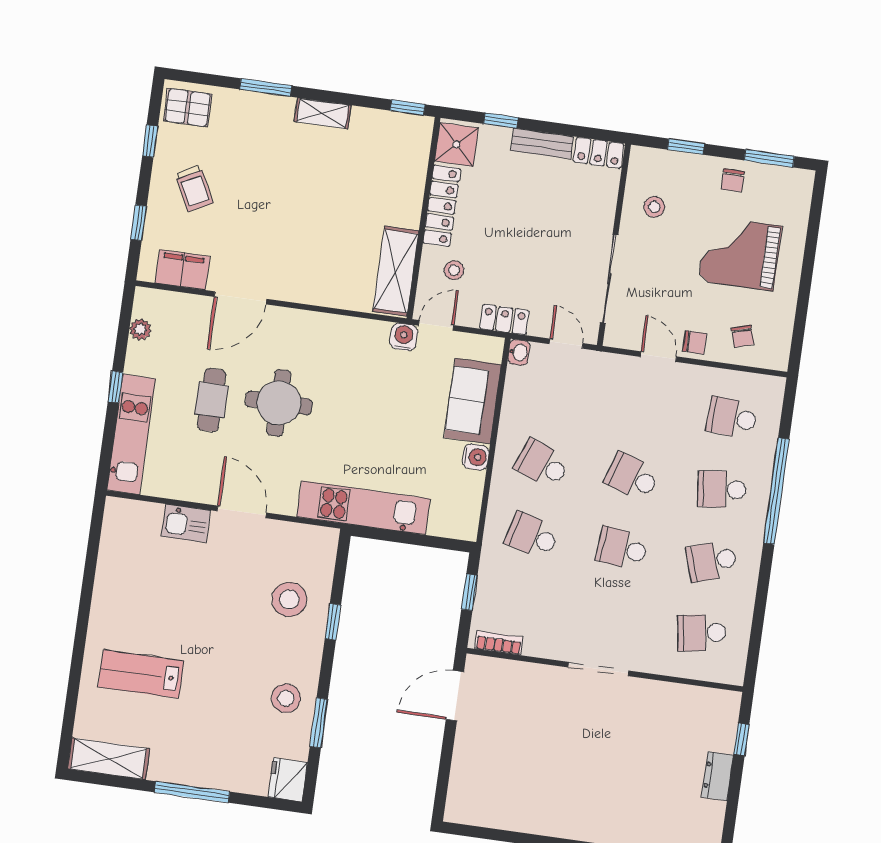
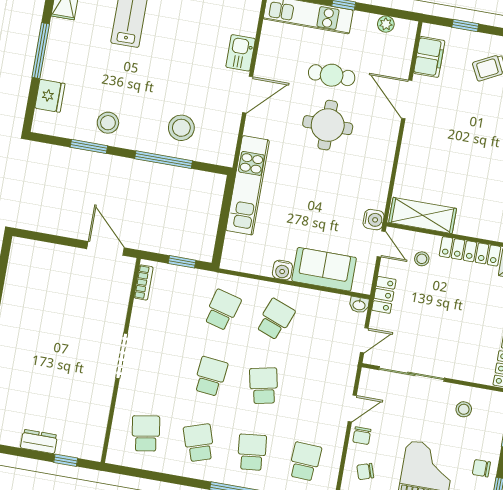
school desk: (632, 477) -> (264, 386), turned -30
window: (333, 622) -> (164, 160), width x2.17
fridge: (288, 780) -> (50, 96), moved, turned 90

